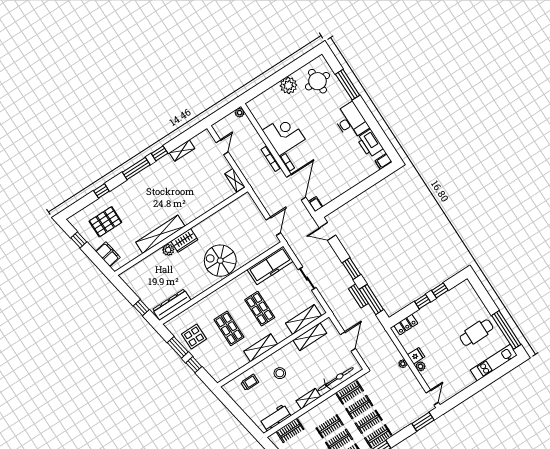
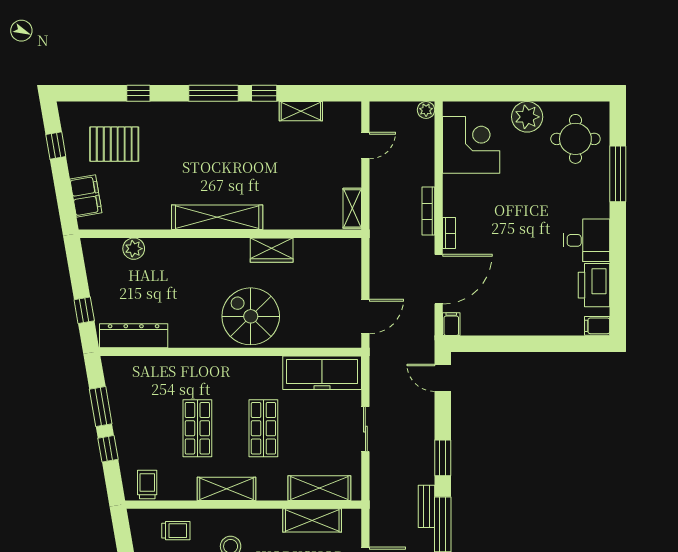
desk: (351, 121) -> (587, 240), width x0.73
corner desk: (284, 135) -> (471, 145), moved
shelving: (160, 234) -> (217, 217), moved
wardrobe: (184, 240) -> (272, 250), moved
plant: (168, 250) -> (134, 249), moved
display table: (194, 336) -> (136, 406), removed
trolley: (223, 369) -> (147, 484), added

